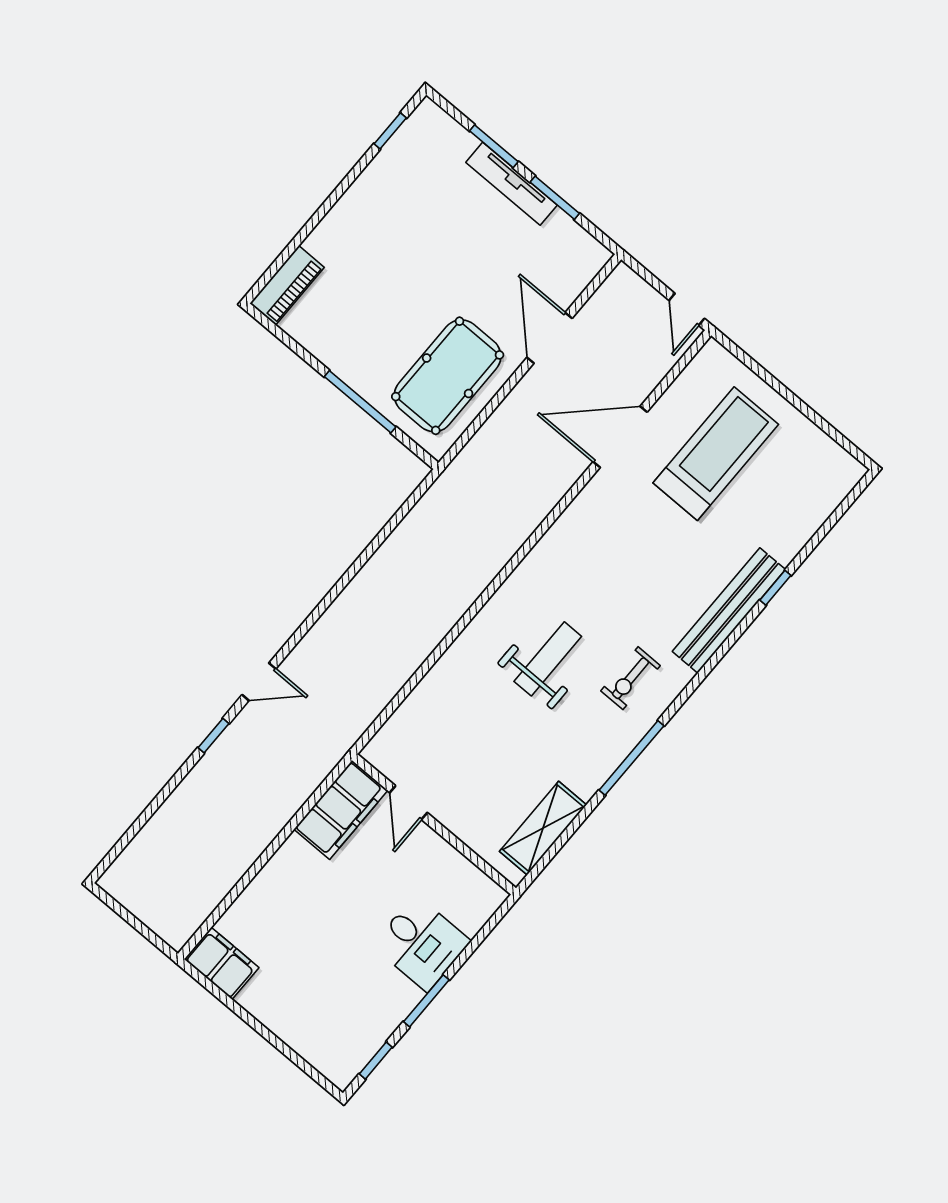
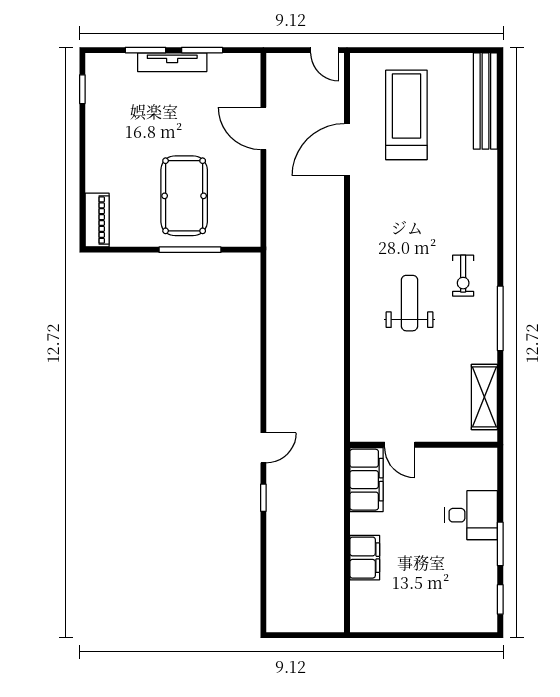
pool table: (448, 376) -> (184, 196), moved
window: (775, 588) -> (500, 160), removed
bench: (729, 610) -> (485, 101), moved
filing cabinet: (222, 963) -> (365, 558), moved, turned 90

